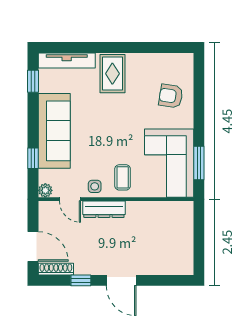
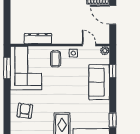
armchair: (171, 96) -> (25, 111), turned -92
sofa: (54, 131) -> (99, 82), width x0.73
dresser: (104, 209) -> (38, 39), moved

